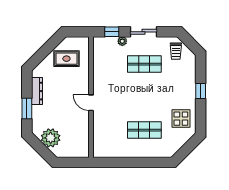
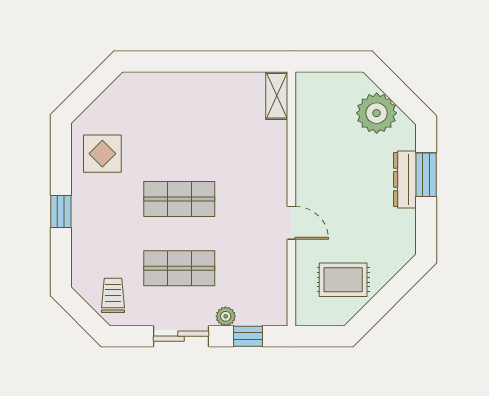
dresser: (37, 91) -> (405, 179), moved
door: (91, 103) -> (291, 223), moved
shop shelf: (144, 130) -> (179, 199), moved
shelving: (98, 146) -> (277, 96), added

